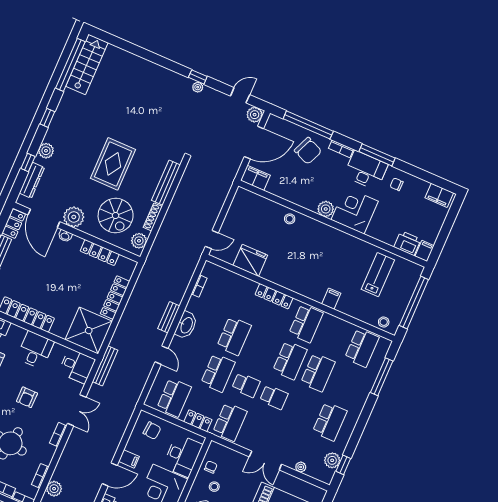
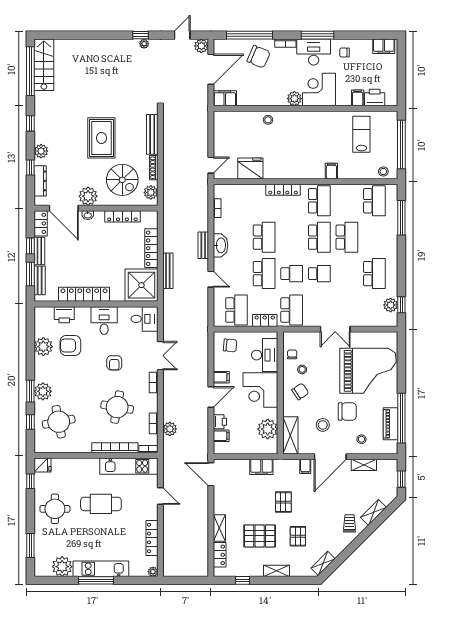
filing cabinet: (425, 251) -> (358, 98), moved
bench: (105, 366) -> (168, 271), moved
plant: (301, 467) -> (367, 322), removed

